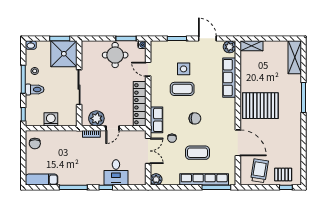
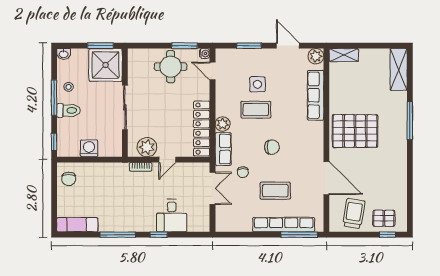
door: (148, 69) -> (212, 71), moved
plant: (156, 179) -> (223, 124), moved

